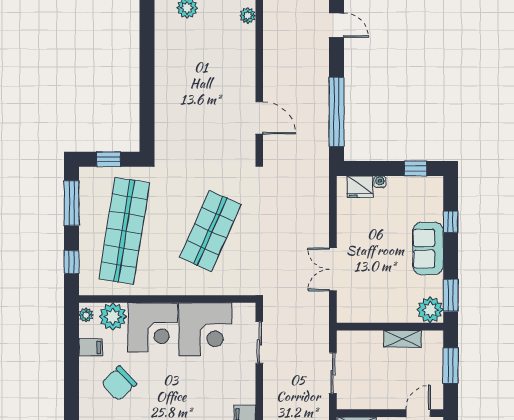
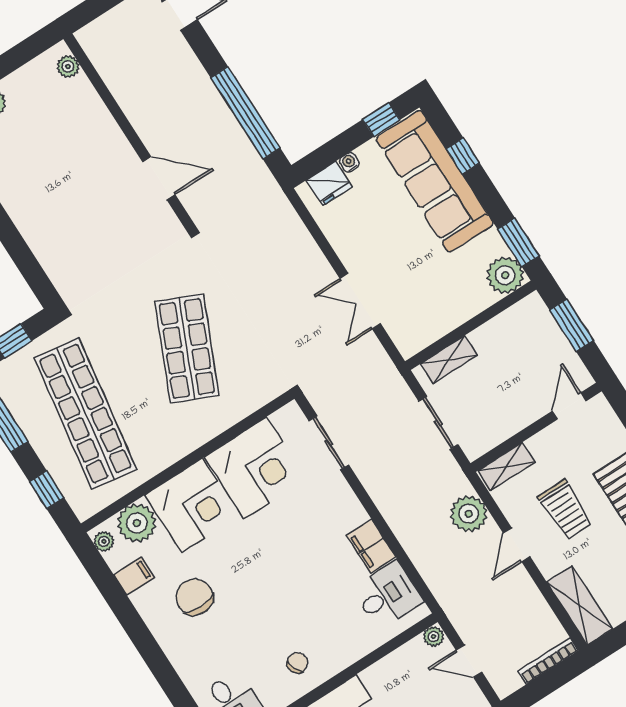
sofa: (428, 248) -> (435, 181), width x1.85, depth x1.27
shelving: (403, 339) -> (449, 359), moved
chair: (119, 383) -> (195, 597), turned 134

